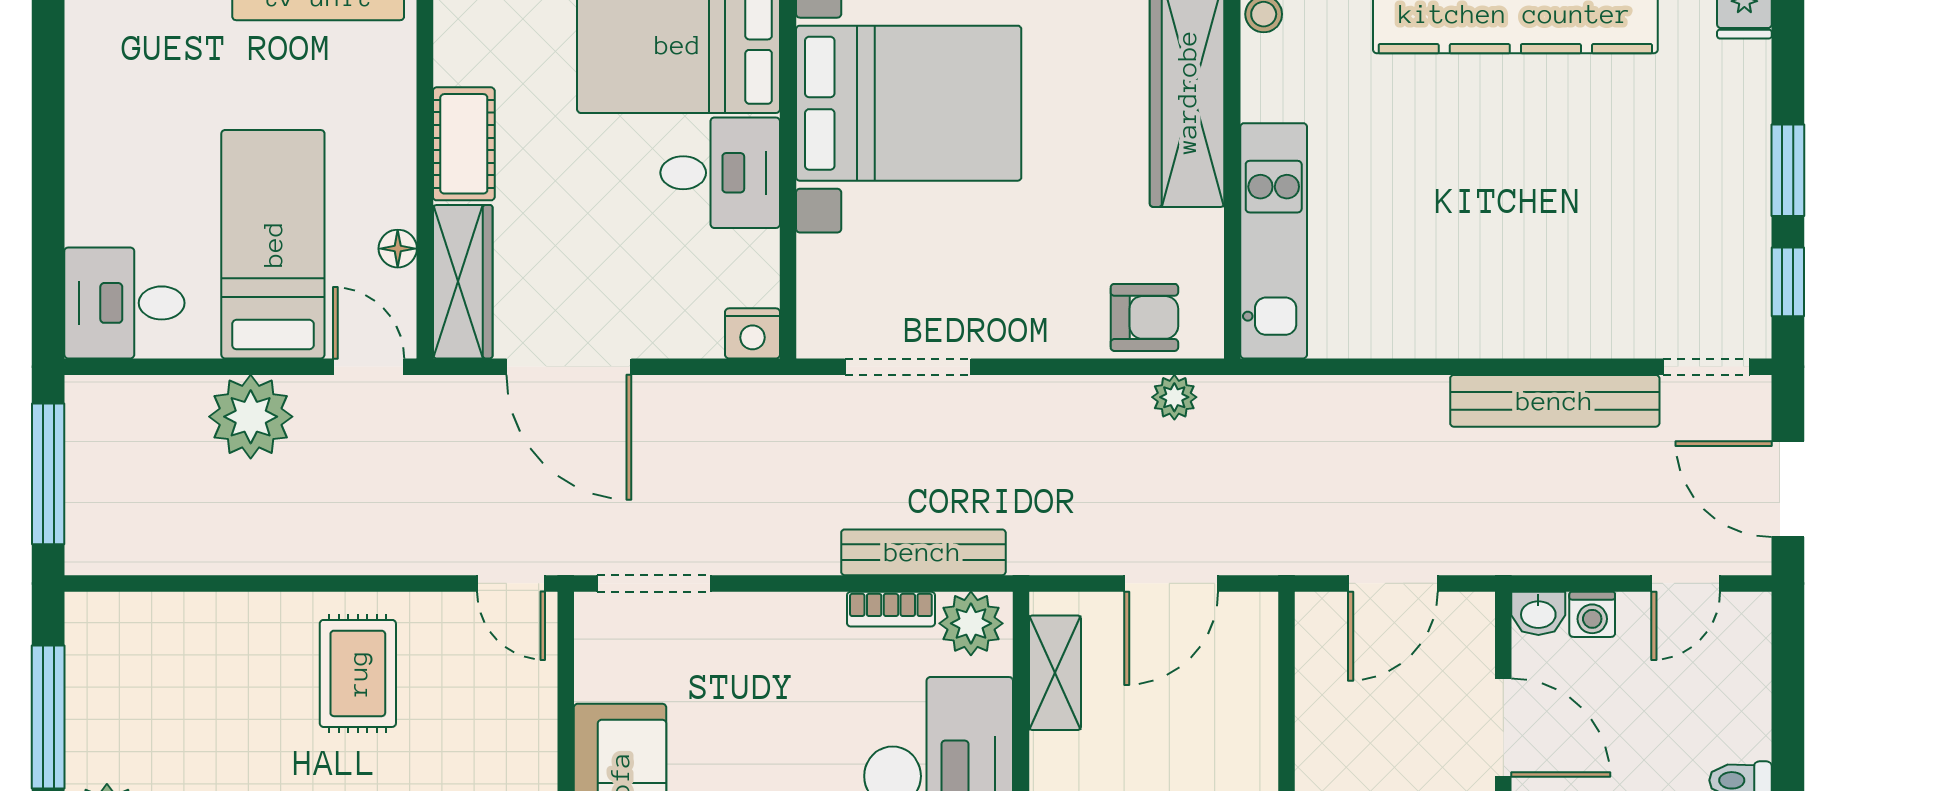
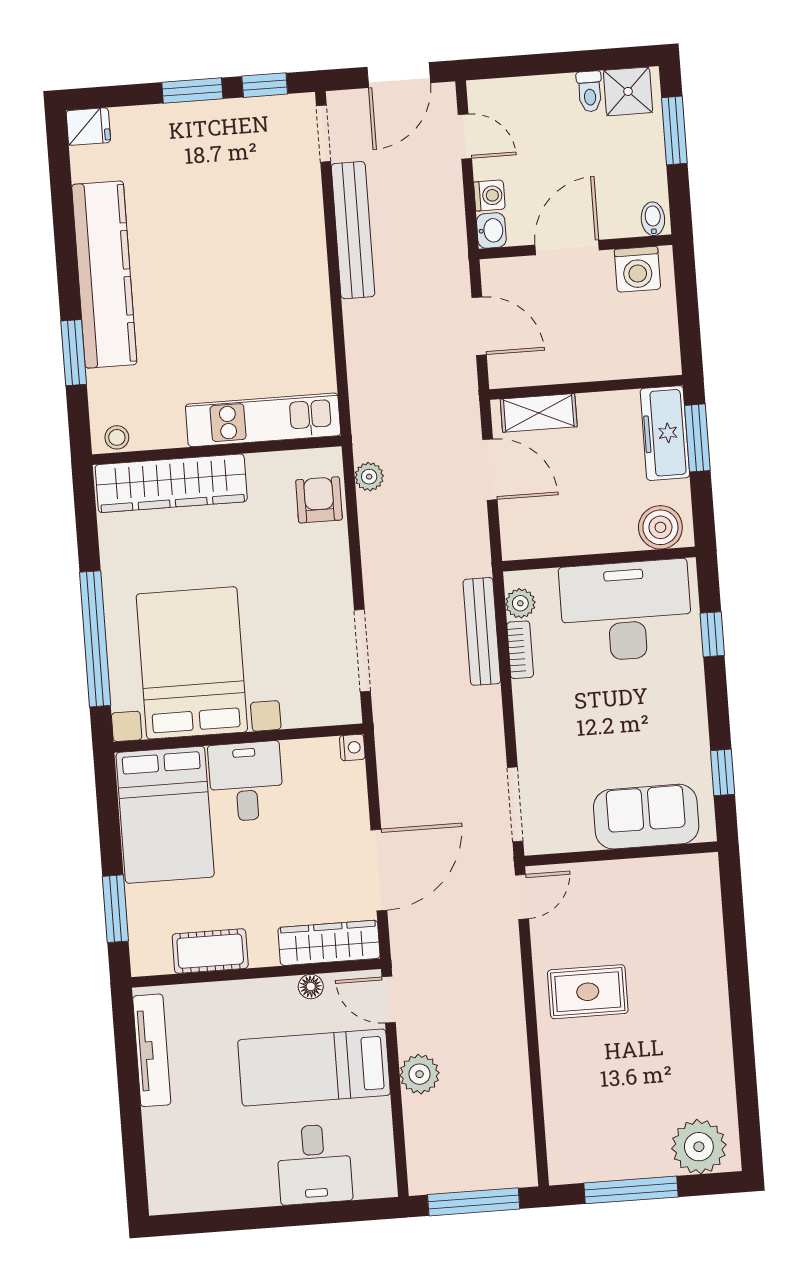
cot: (464, 144) -> (210, 951), moved
desk: (124, 303) -> (314, 1164), moved
nightstand: (752, 333) -> (352, 747), width x0.72, depth x0.74
door: (369, 367) -> (389, 1000), hinge flipped
plant: (251, 417) -> (420, 1074), width x0.73, depth x0.73
plant: (971, 623) -> (520, 603), width x0.73, depth x0.73
shelving: (1055, 673) -> (539, 413), moved

